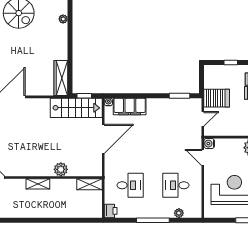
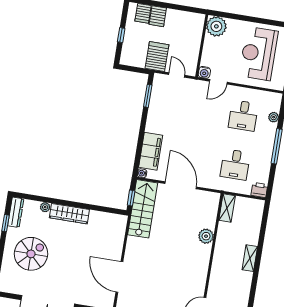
wardrobe: (61, 78) -> (69, 214), moved
shelving: (38, 184) -> (250, 258), moved
desk: (130, 185) -> (235, 165), turned 180

